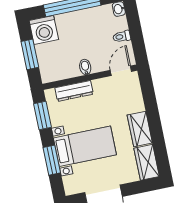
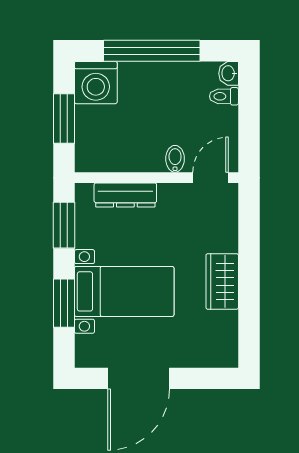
toilet: (122, 36) -> (224, 96), moved
bidet: (85, 67) -> (175, 159), moved
wardrobe: (147, 162) -> (222, 340), removed

